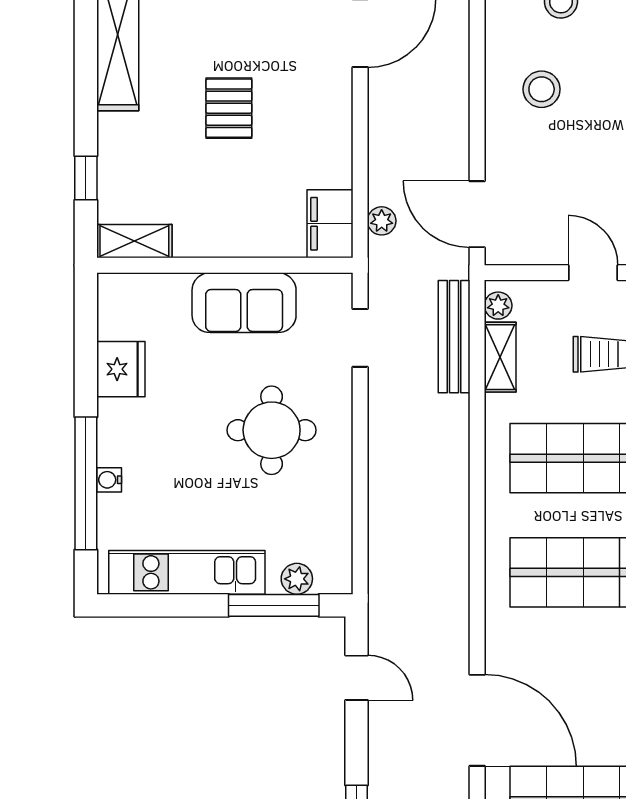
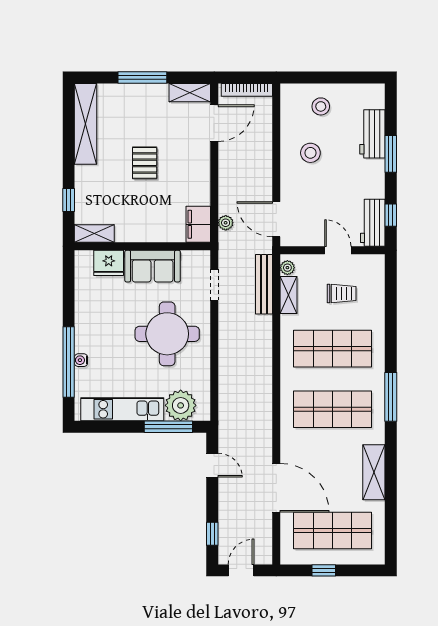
fridge: (121, 369) -> (109, 263), moved, turned 90
round table: (272, 430) -> (167, 334), width x1.36, depth x1.36
plant: (297, 579) -> (181, 405), width x1.87, depth x1.87

